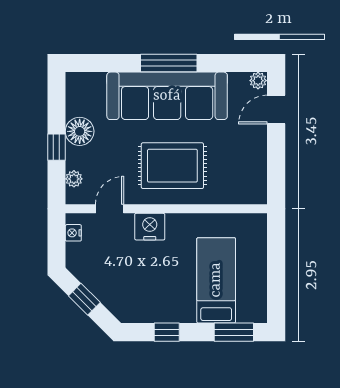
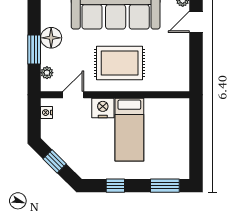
window: (56, 147) -> (34, 49), width x1.50
bed: (216, 280) -> (129, 130), moved, turned 180

